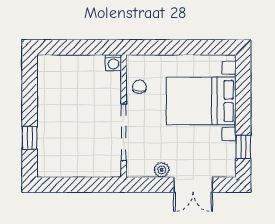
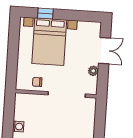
washing machine: (113, 63) -> (18, 127), moved
window: (243, 147) -> (45, 13), moved

